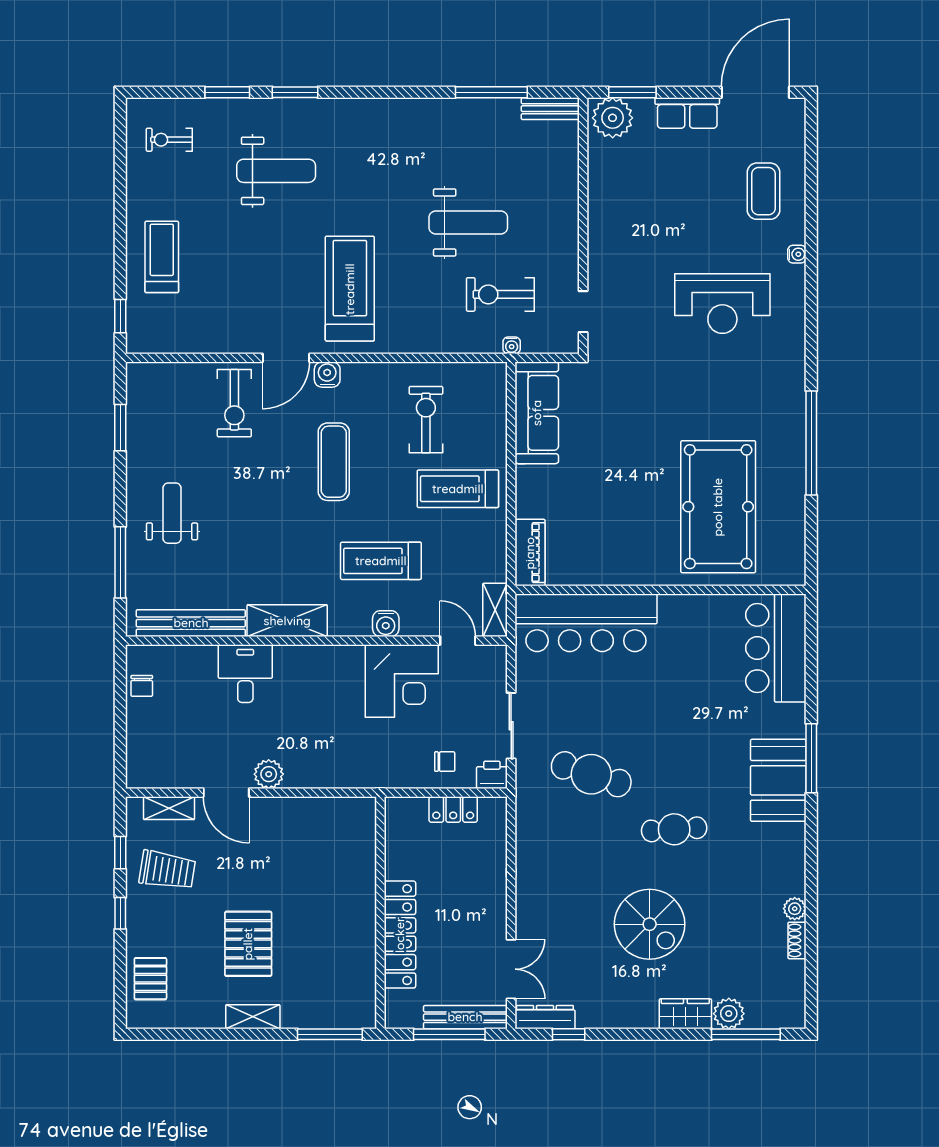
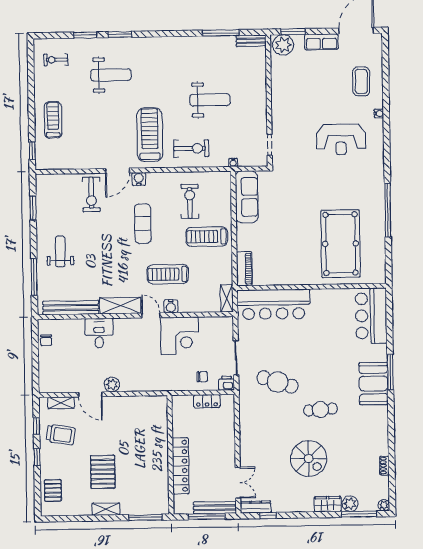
exercise bike: (500, 294) -> (191, 148), moved, turned 180
door: (458, 641) -> (151, 315), moved
plant: (795, 909) -> (384, 505), moved

